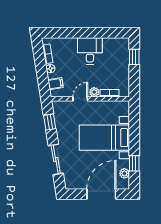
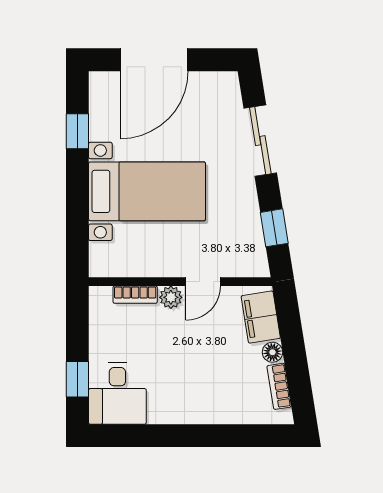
desk: (90, 51) -> (117, 393), moved
filing cabinet: (56, 84) -> (261, 317), width x2.00
plant: (124, 173) -> (100, 108), removed

